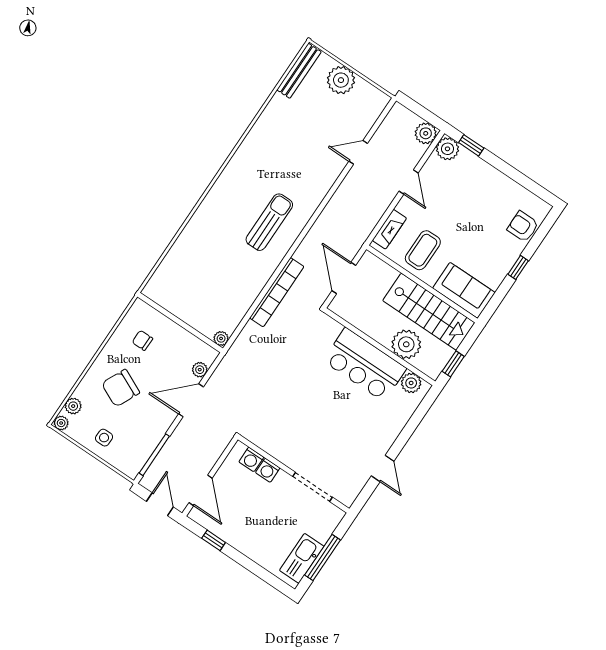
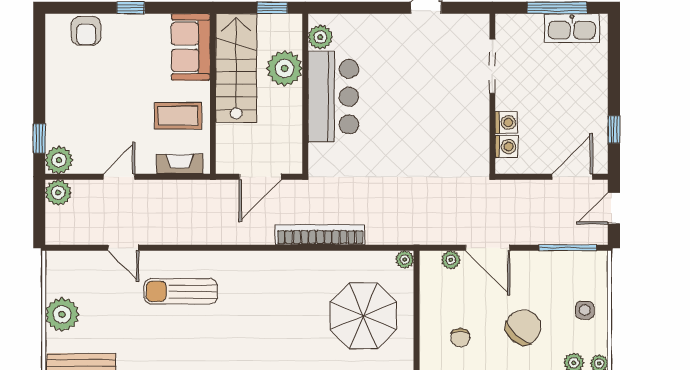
sun lounger: (269, 222) -> (181, 291), moved
parasol: (202, 284) -> (363, 316), added
chair: (121, 388) -> (523, 327), turned -73

